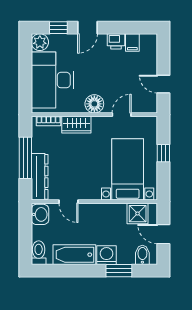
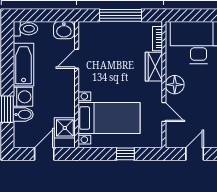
dresser: (40, 177) -> (102, 30), removed
bidet: (142, 255) -> (23, 115), moved

